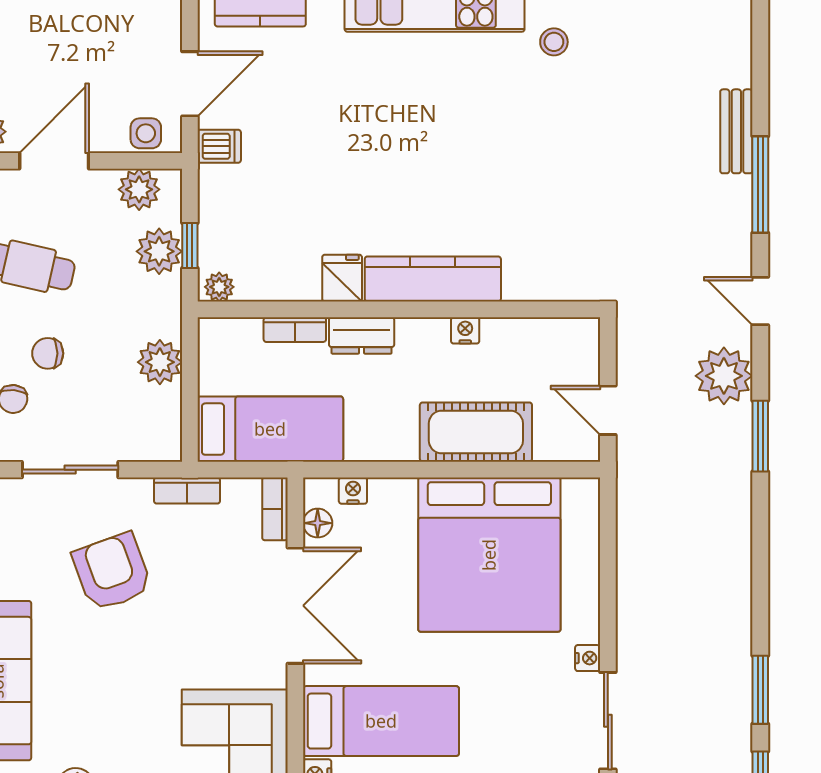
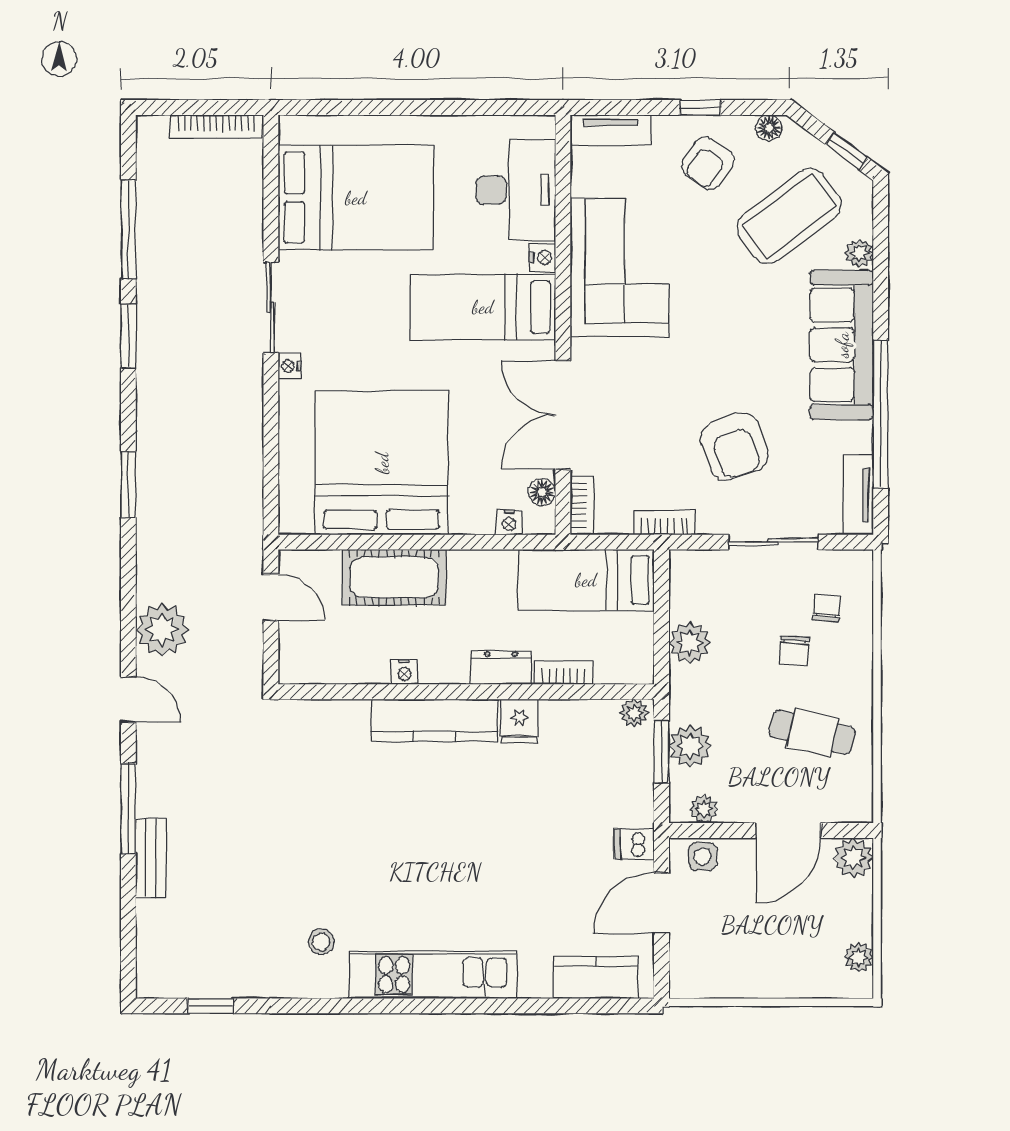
plant: (139, 189) -> (704, 809), width x0.73, depth x0.73
window: (190, 246) -> (662, 751), width x1.50
chair: (48, 353) -> (794, 651), turned 93
window: (760, 436) -> (128, 485), moved

